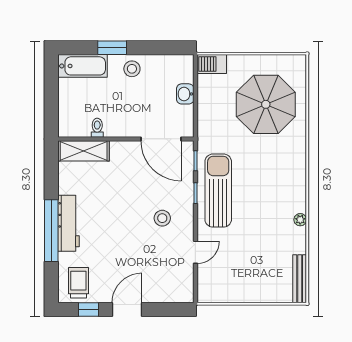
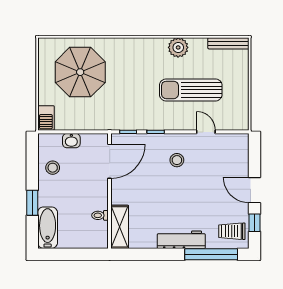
stool: (132, 69) -> (53, 168), moved
sun lounger: (218, 191) -> (191, 90), moved
plant: (300, 220) -> (178, 47), width x1.87, depth x1.87
window: (51, 231) -> (211, 254), moved

